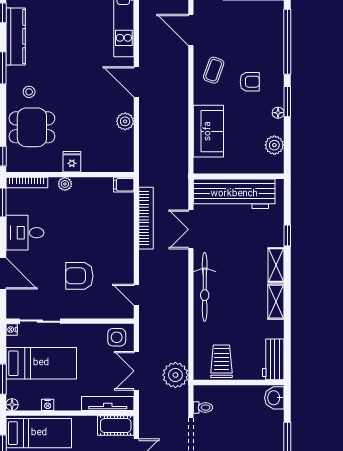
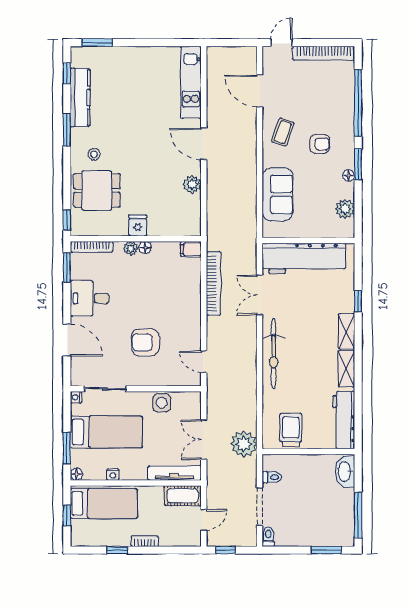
floor lamp: (79, 183) -> (145, 248), added
side table: (117, 337) -> (162, 403), moved
workbench: (273, 359) -> (344, 420), width x1.37
washbasin: (274, 398) -> (345, 472), width x1.38

